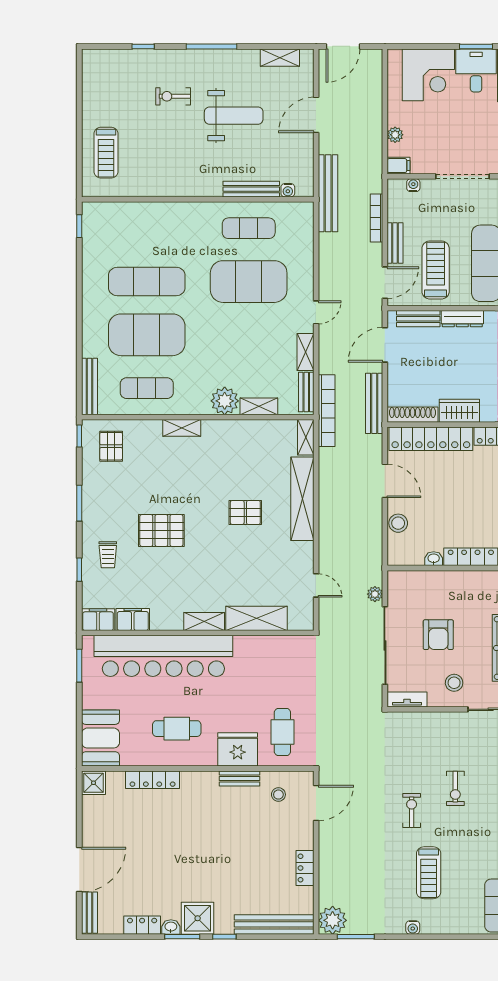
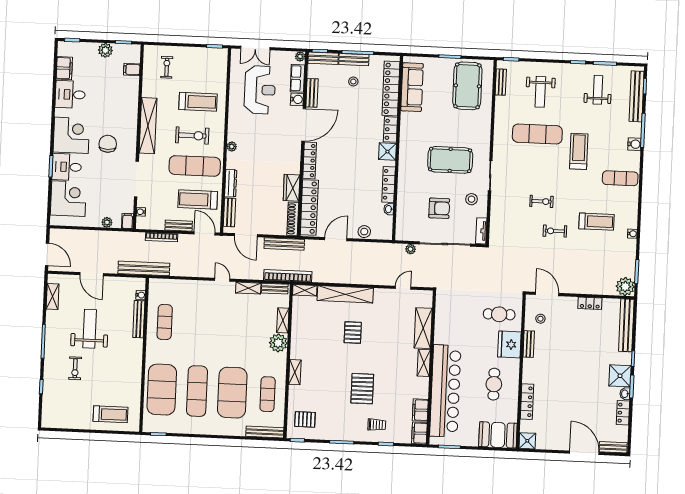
exercise mat: (249, 282) -> (162, 390), moved

